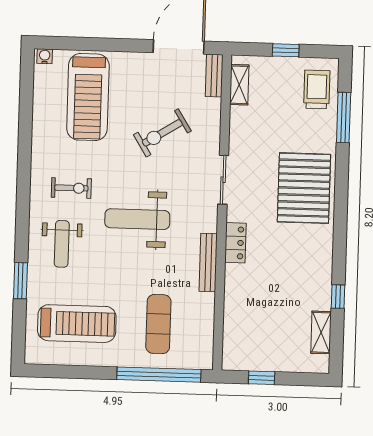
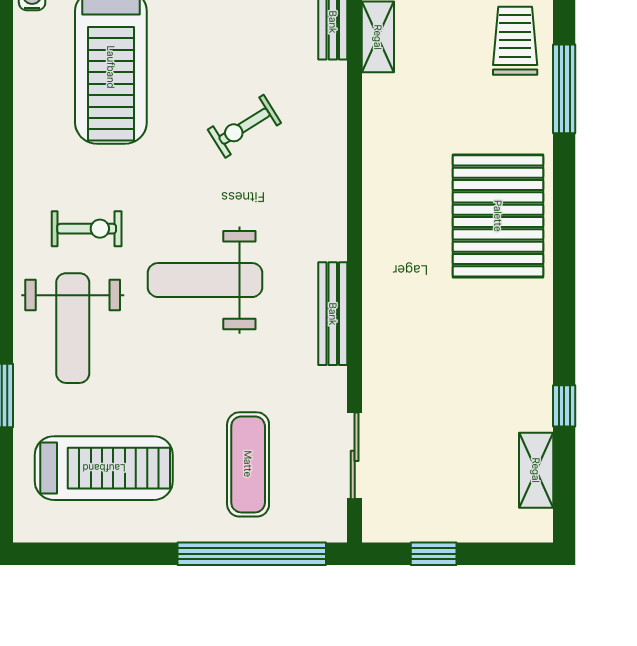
exercise bike: (162, 133) -> (244, 126), width x0.73, depth x0.72
sliding door: (223, 180) -> (355, 456), moved
locker: (235, 243) -> (380, 316), removed
weight bench: (62, 244) -> (73, 328), width x1.36, depth x1.33
bench: (208, 262) -> (333, 314), moved

